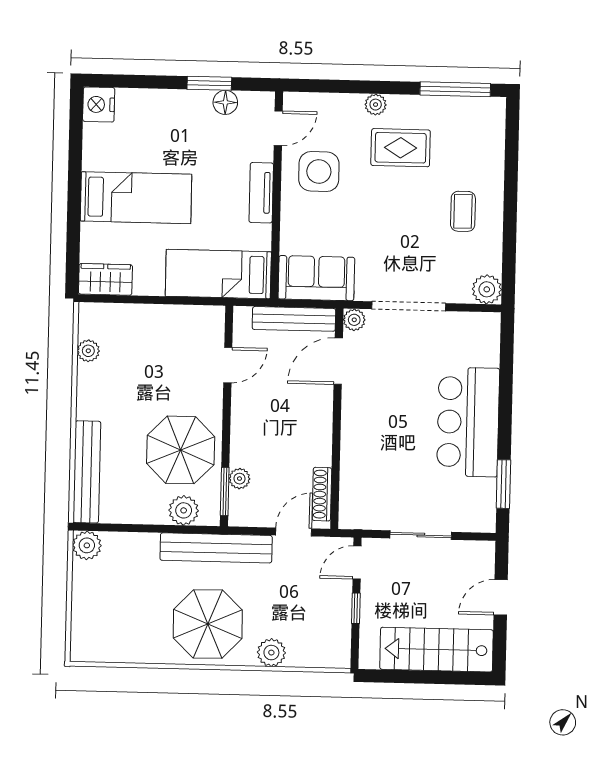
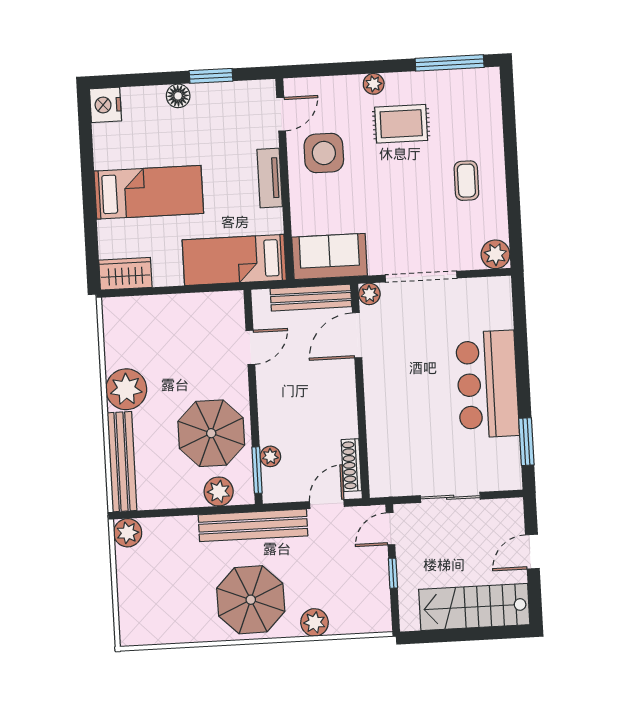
floor lamp: (225, 102) -> (178, 96), moved
plant: (88, 351) -> (126, 389), moved, width x1.88, depth x1.88

